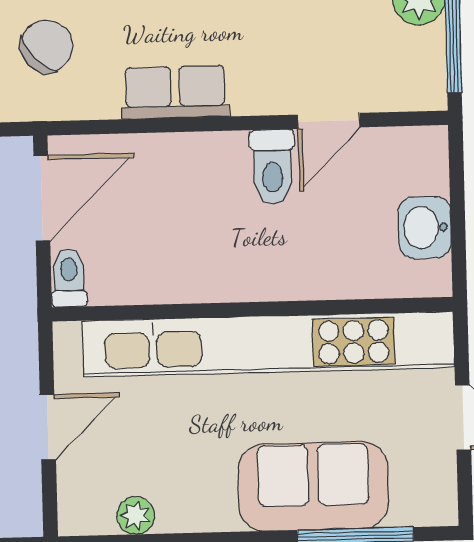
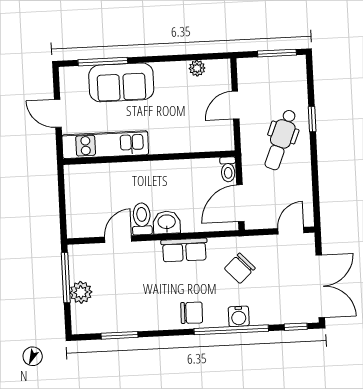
washbasin: (425, 227) -> (167, 222), moved, turned -90
kitchen unit: (268, 344) -> (105, 145), width x0.54

